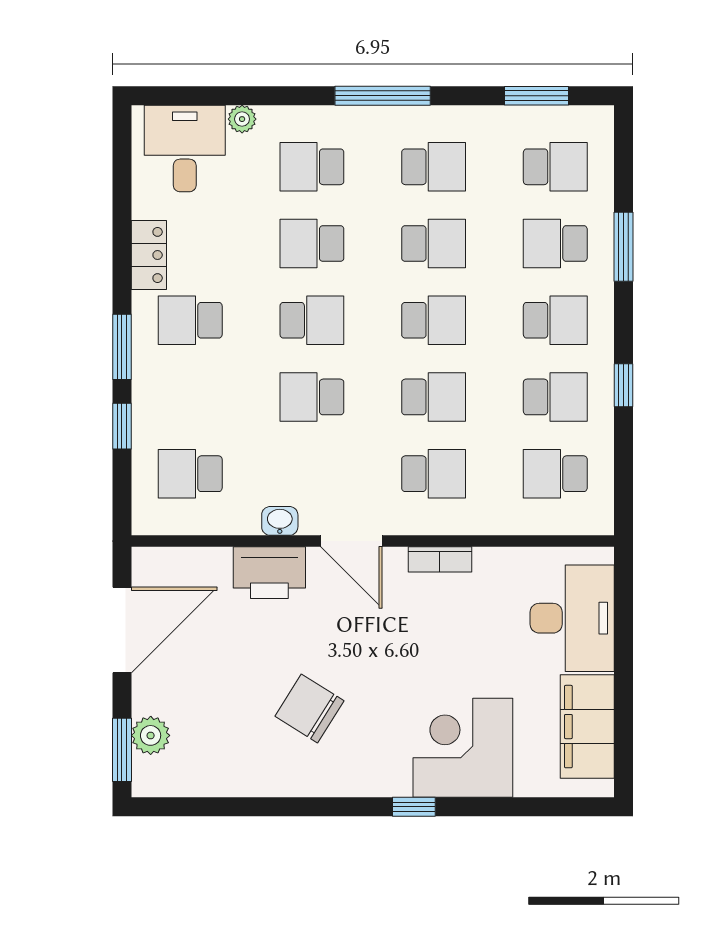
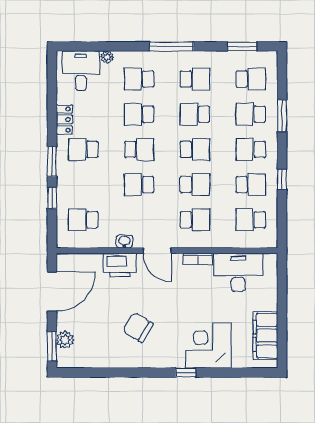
school desk: (434, 244) -> (195, 114), turned 180
school desk: (555, 320) -> (251, 149), turned 180
desk: (572, 618) -> (238, 272), moved, turned -90

